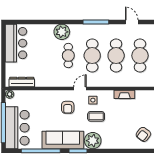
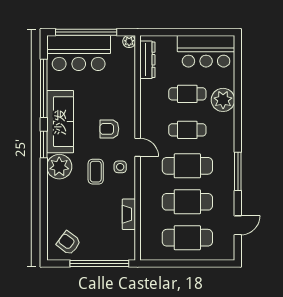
plant: (62, 32) -> (223, 100), moved
cafe table: (44, 56) -> (187, 94), added

